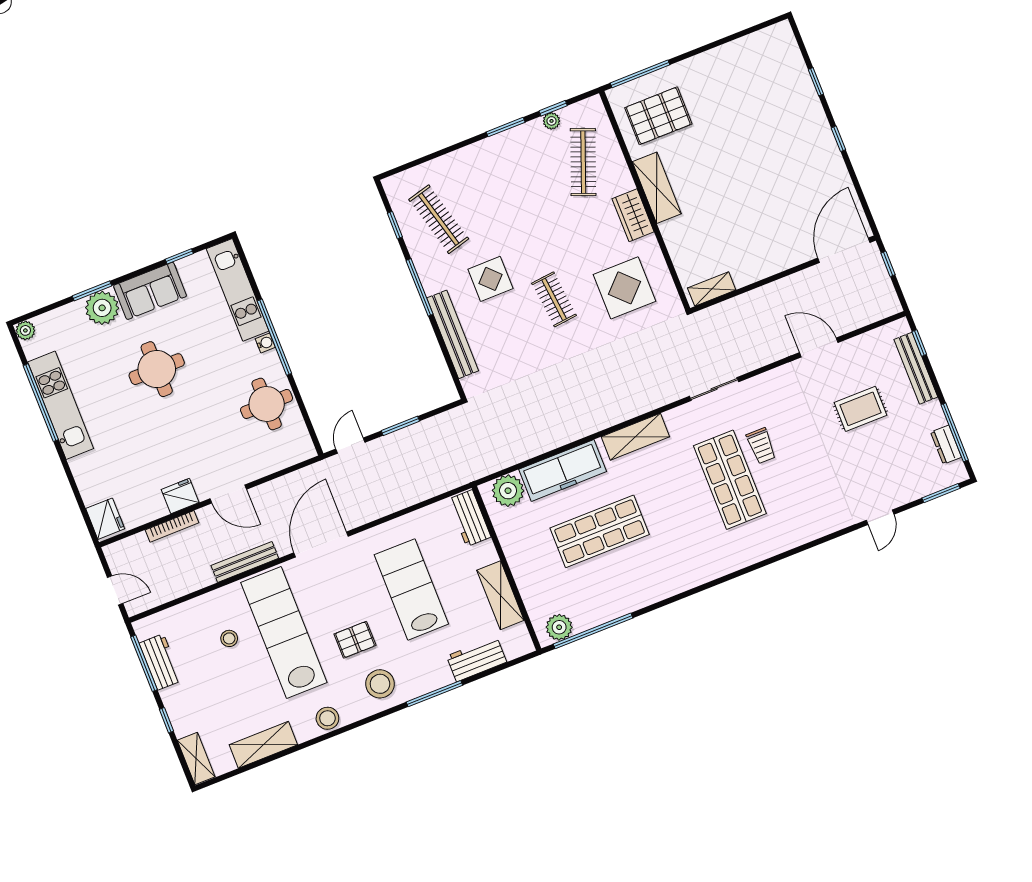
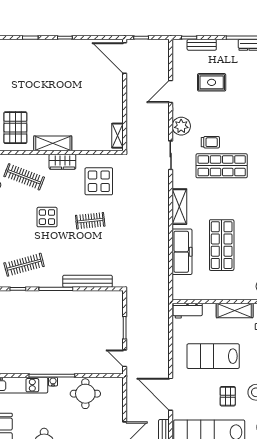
display table: (490, 279) -> (47, 217), moved
bench: (916, 368) -> (202, 45), width x0.73
rug: (860, 409) -> (212, 82), turned 90
plant: (508, 491) -> (181, 126), moved

